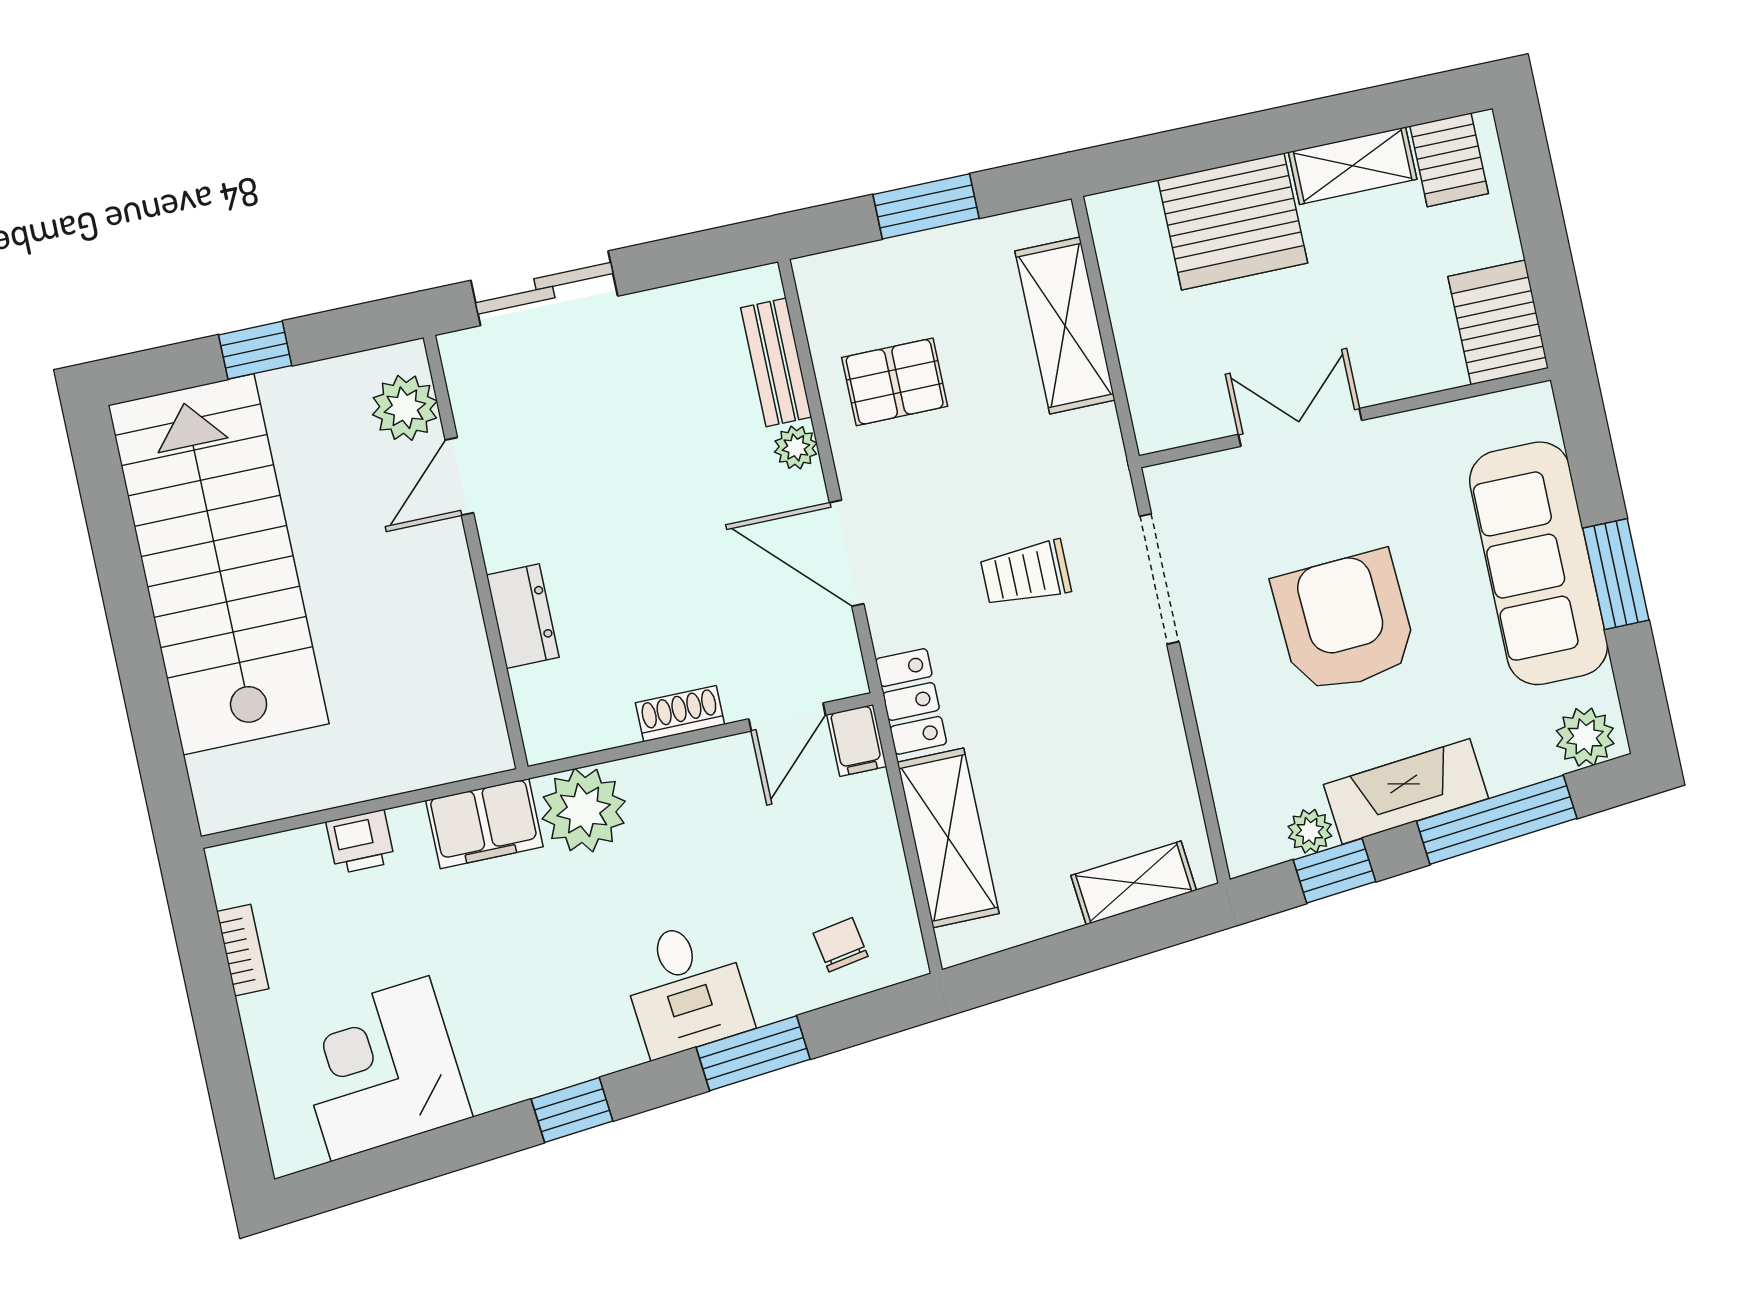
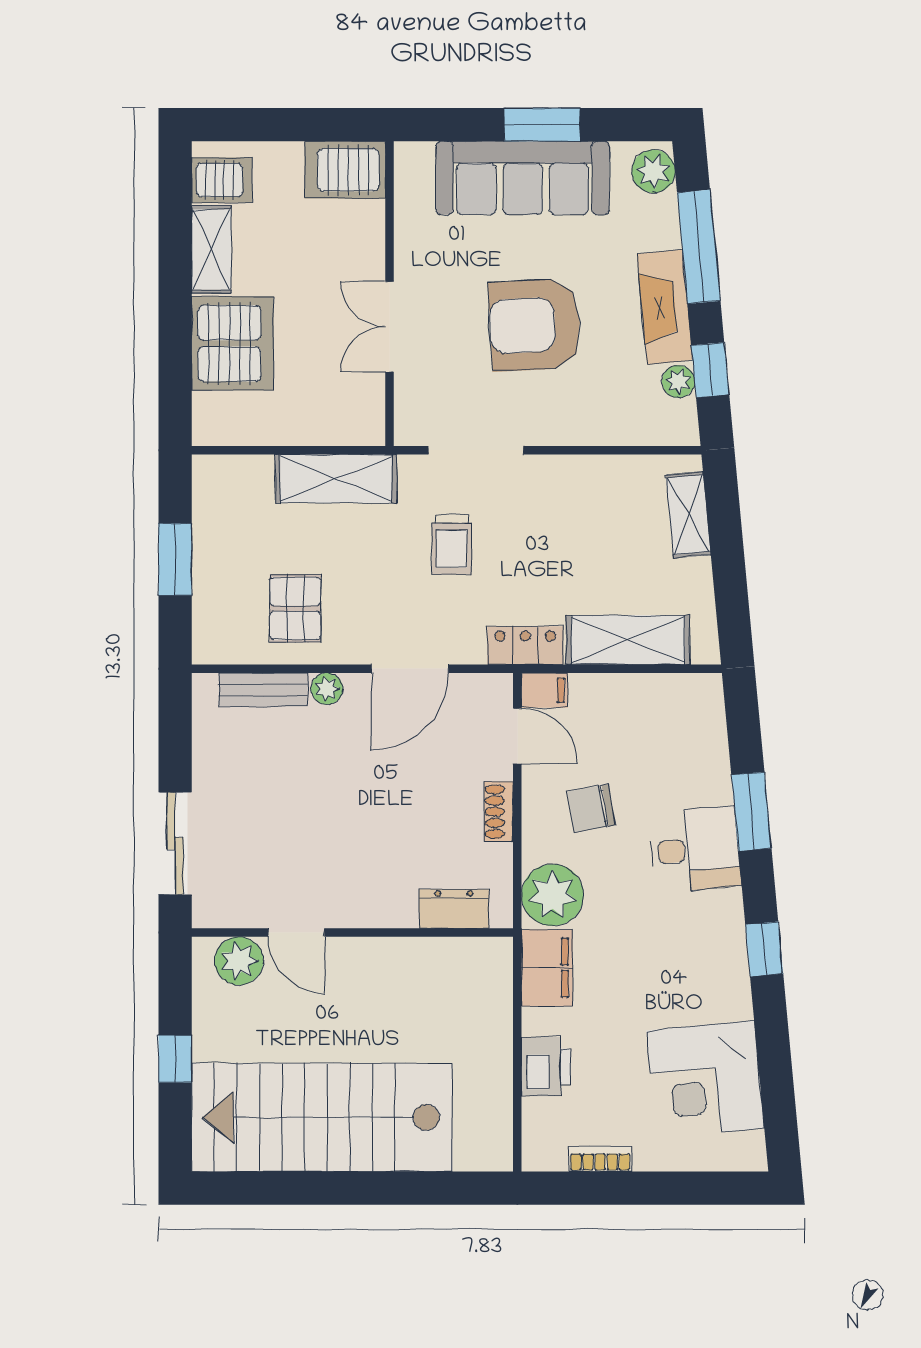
shelving: (1065, 326) -> (336, 479), moved
dresser: (523, 616) -> (454, 909), moved
printer: (360, 842) -> (546, 1067), width x1.36, depth x1.24
chair: (841, 945) -> (591, 808), moved, width x1.37, depth x1.37

